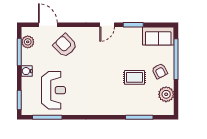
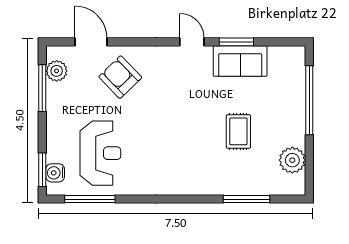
door: (107, 25) -> (192, 42), swing flipped
sofa: (158, 36) -> (240, 61), moved
water cooler: (27, 71) -> (55, 173), moved
armchair: (160, 71) -> (281, 120), removed
rug: (134, 77) -> (238, 131), turned 90

